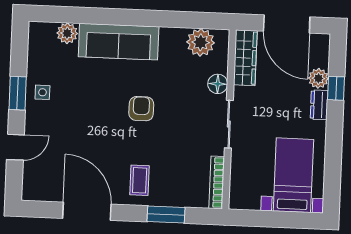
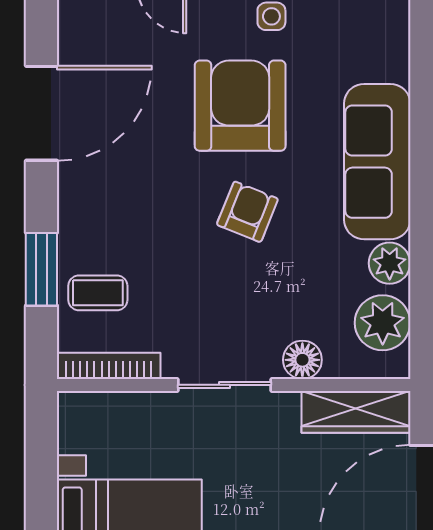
plant: (67, 33) -> (390, 263), moved
armchair: (141, 109) -> (247, 212), turned -68
armchair: (87, 110) -> (240, 106), added
coffee table: (140, 180) -> (98, 293), moved

